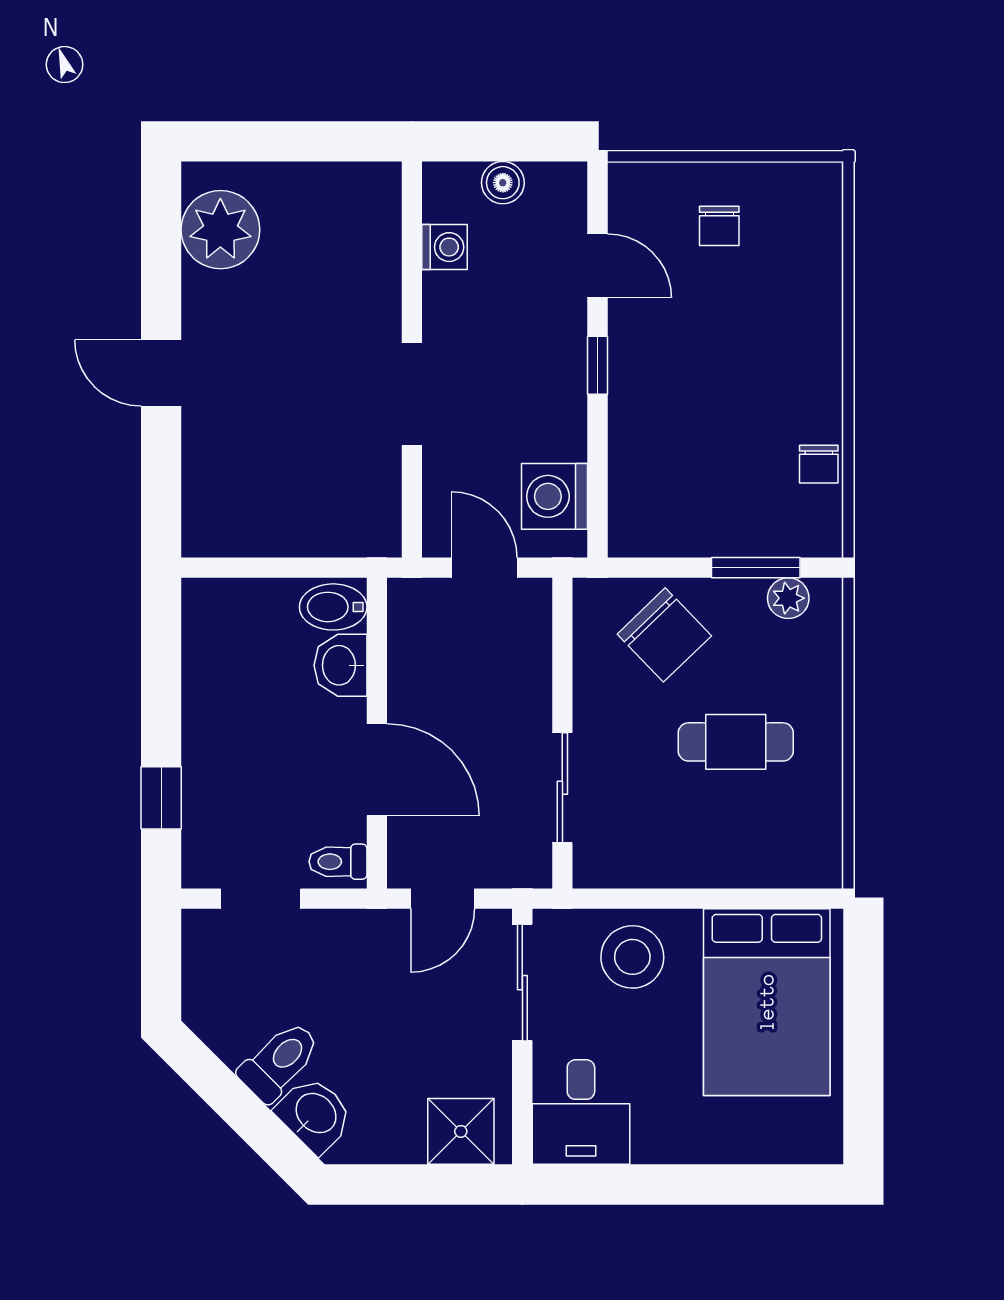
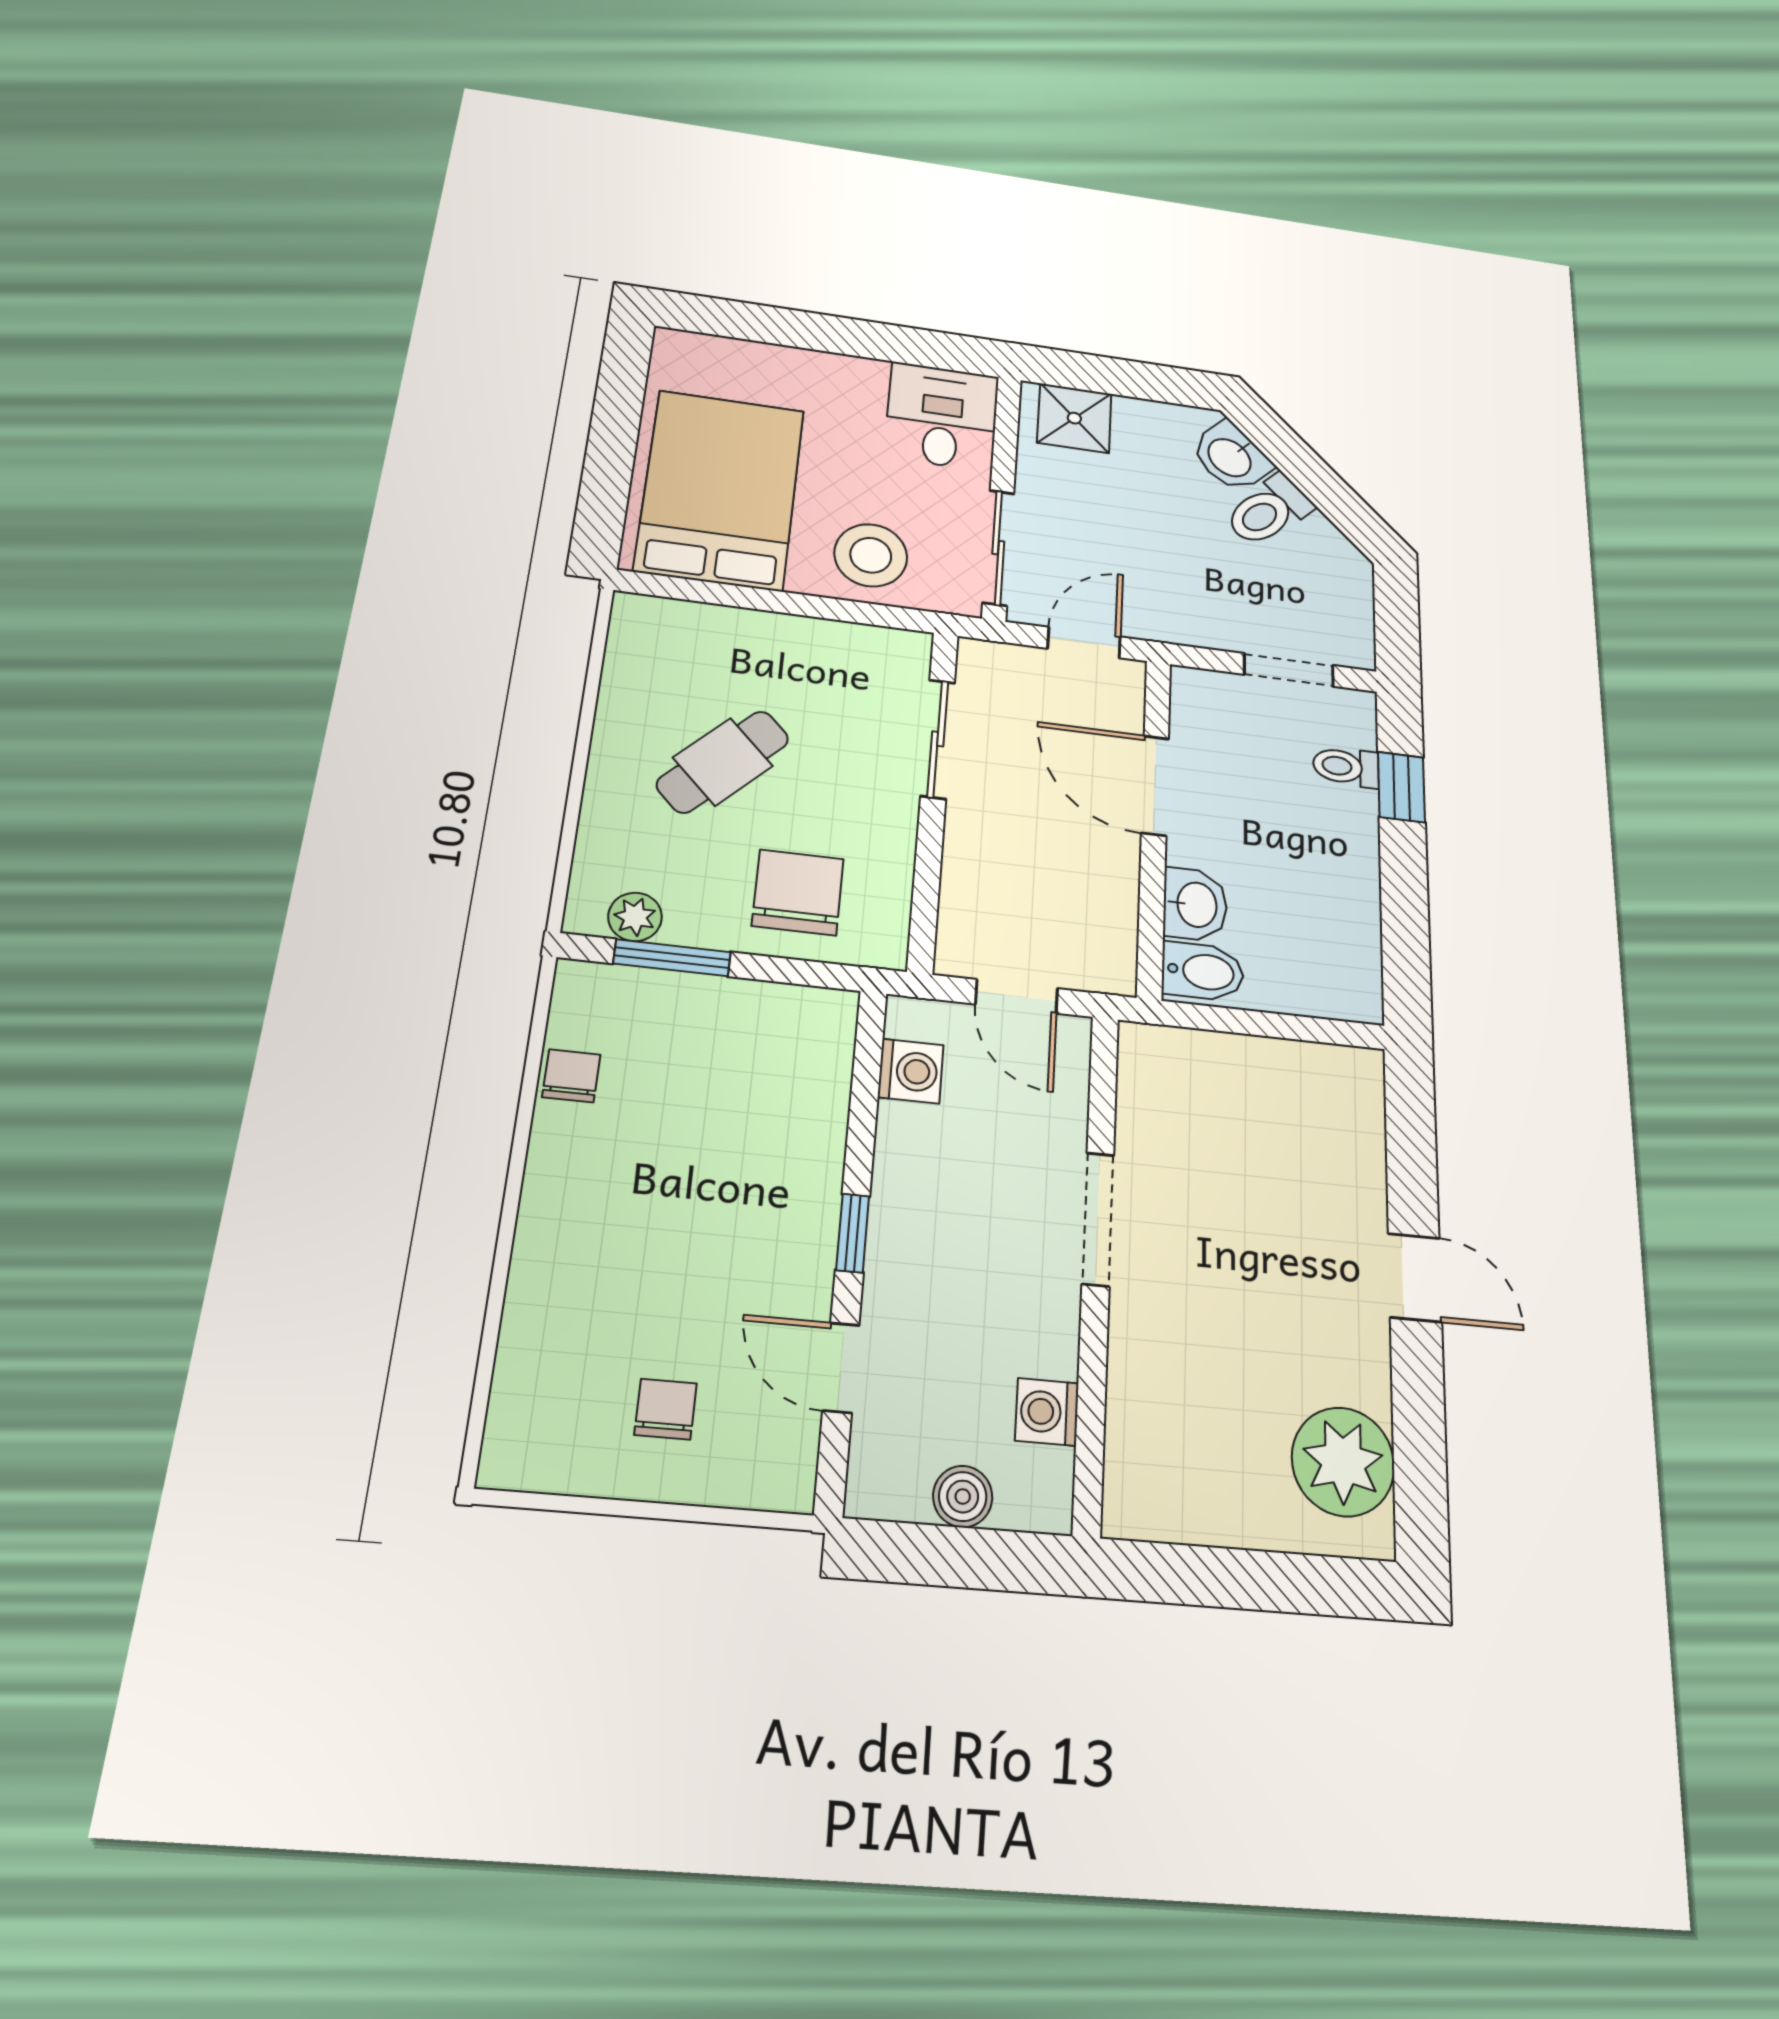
washing machine: (555, 496) -> (911, 1071), width x0.73, depth x0.73
chair: (664, 635) -> (798, 892), turned 44
cafe table: (736, 742) -> (723, 762), turned -45
toilet: (338, 862) -> (1346, 767), moved, turned 180

